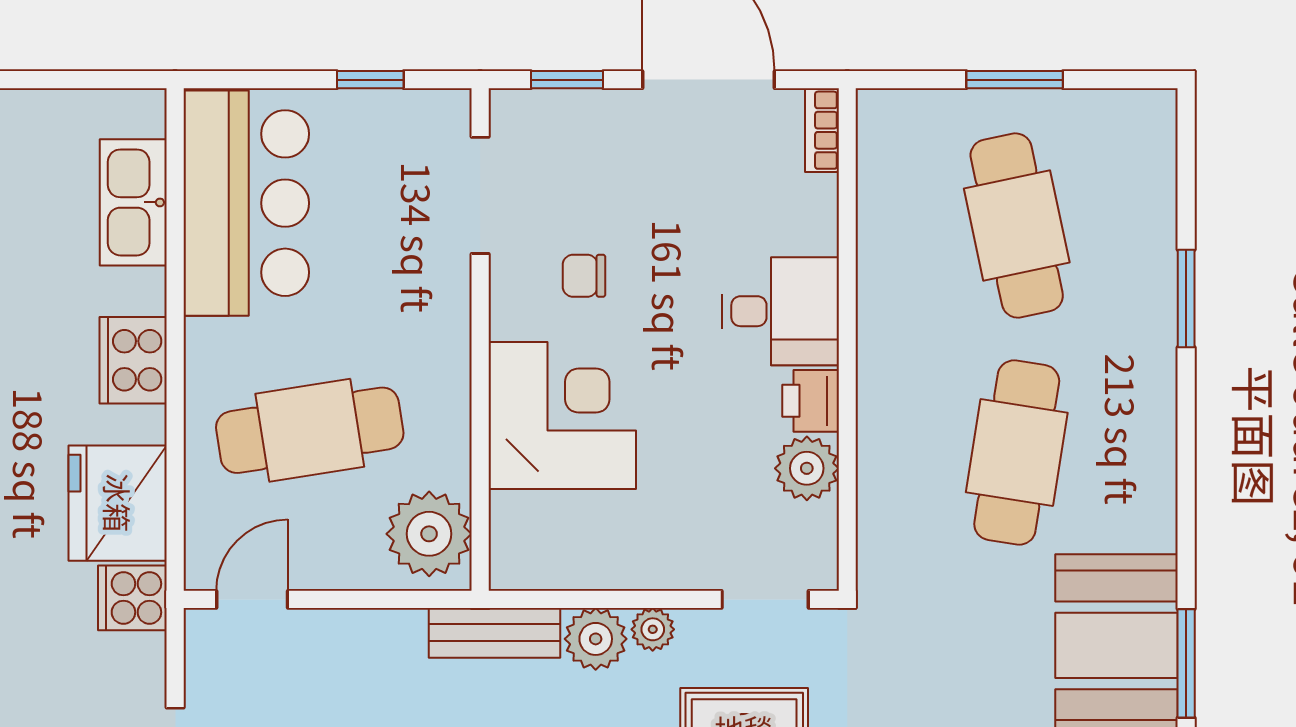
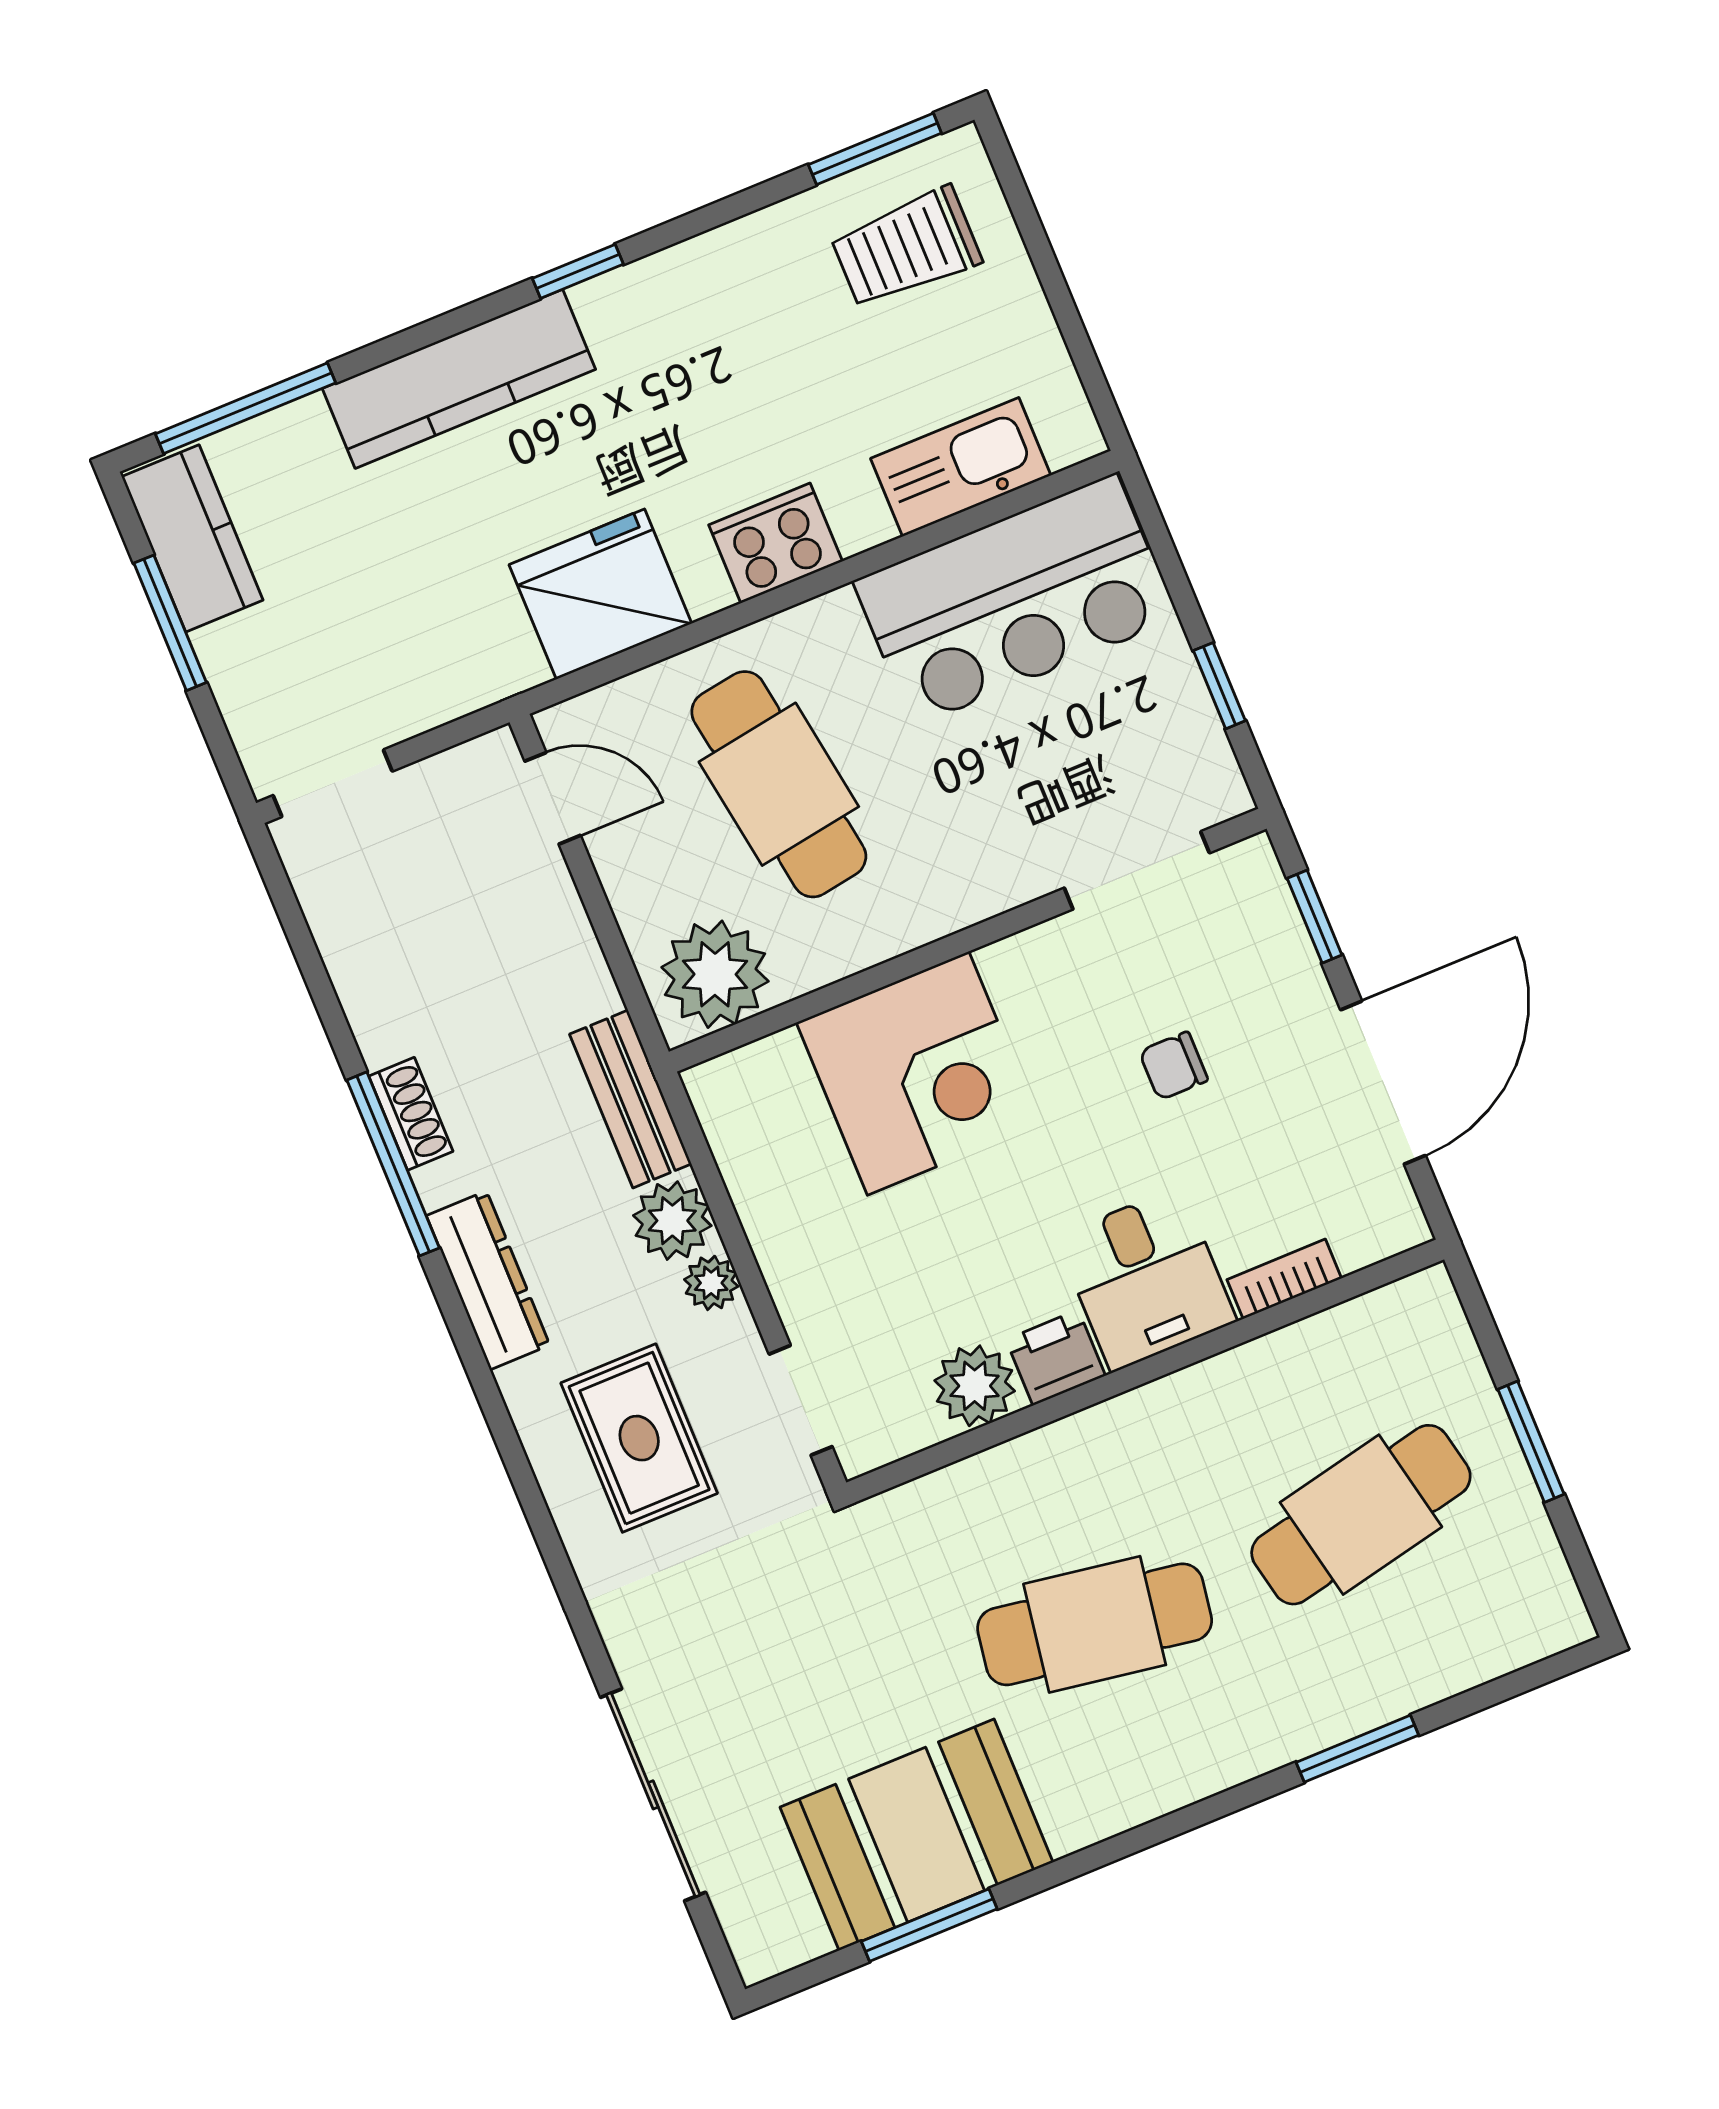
bookcase: (822, 130) -> (1284, 1279), moved
chair: (584, 276) -> (1173, 1066), moved, turned -90
cooker: (132, 598) -> (496, 657), removed

